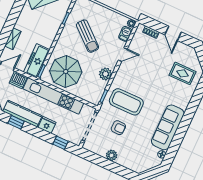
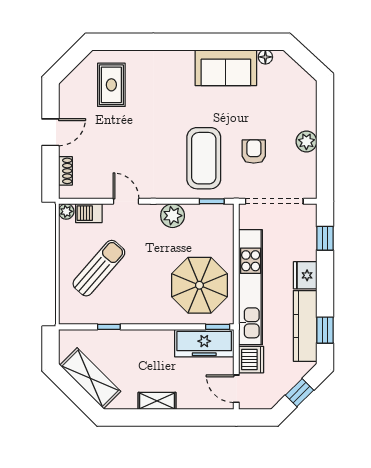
sun lounger: (88, 36) -> (99, 268), moved
shelving: (13, 39) -> (157, 401), moved
sofa: (168, 127) -> (226, 68), width x0.73

